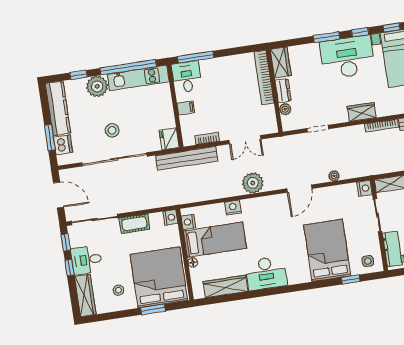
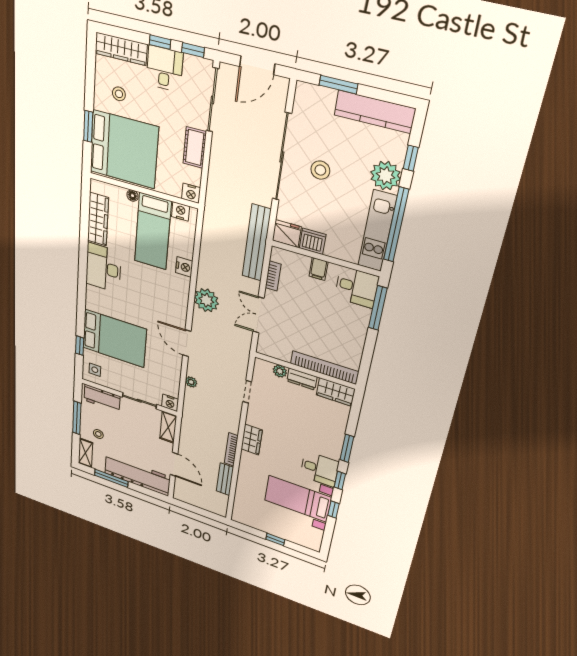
desk: (347, 57) -> (319, 469), width x0.53, depth x0.77
dishwasher: (63, 145) -> (313, 241), moved, turned 180

